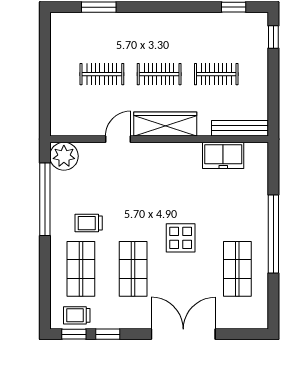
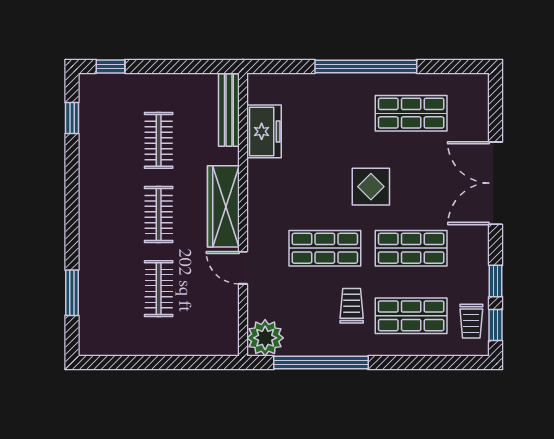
shop shelf: (133, 202) -> (325, 248), added
trolley: (89, 223) -> (352, 306), turned 180

